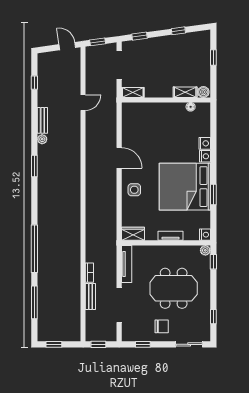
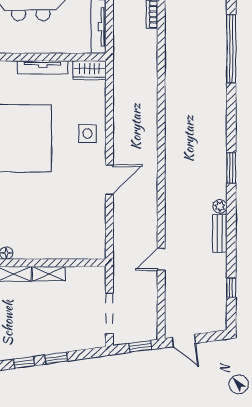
window: (139, 36) -> (56, 358), moved
shelving: (133, 92) -> (49, 274), moved
door: (119, 158) -> (109, 180), swing flipped
tv unit: (170, 236) -> (43, 67), width x1.41

